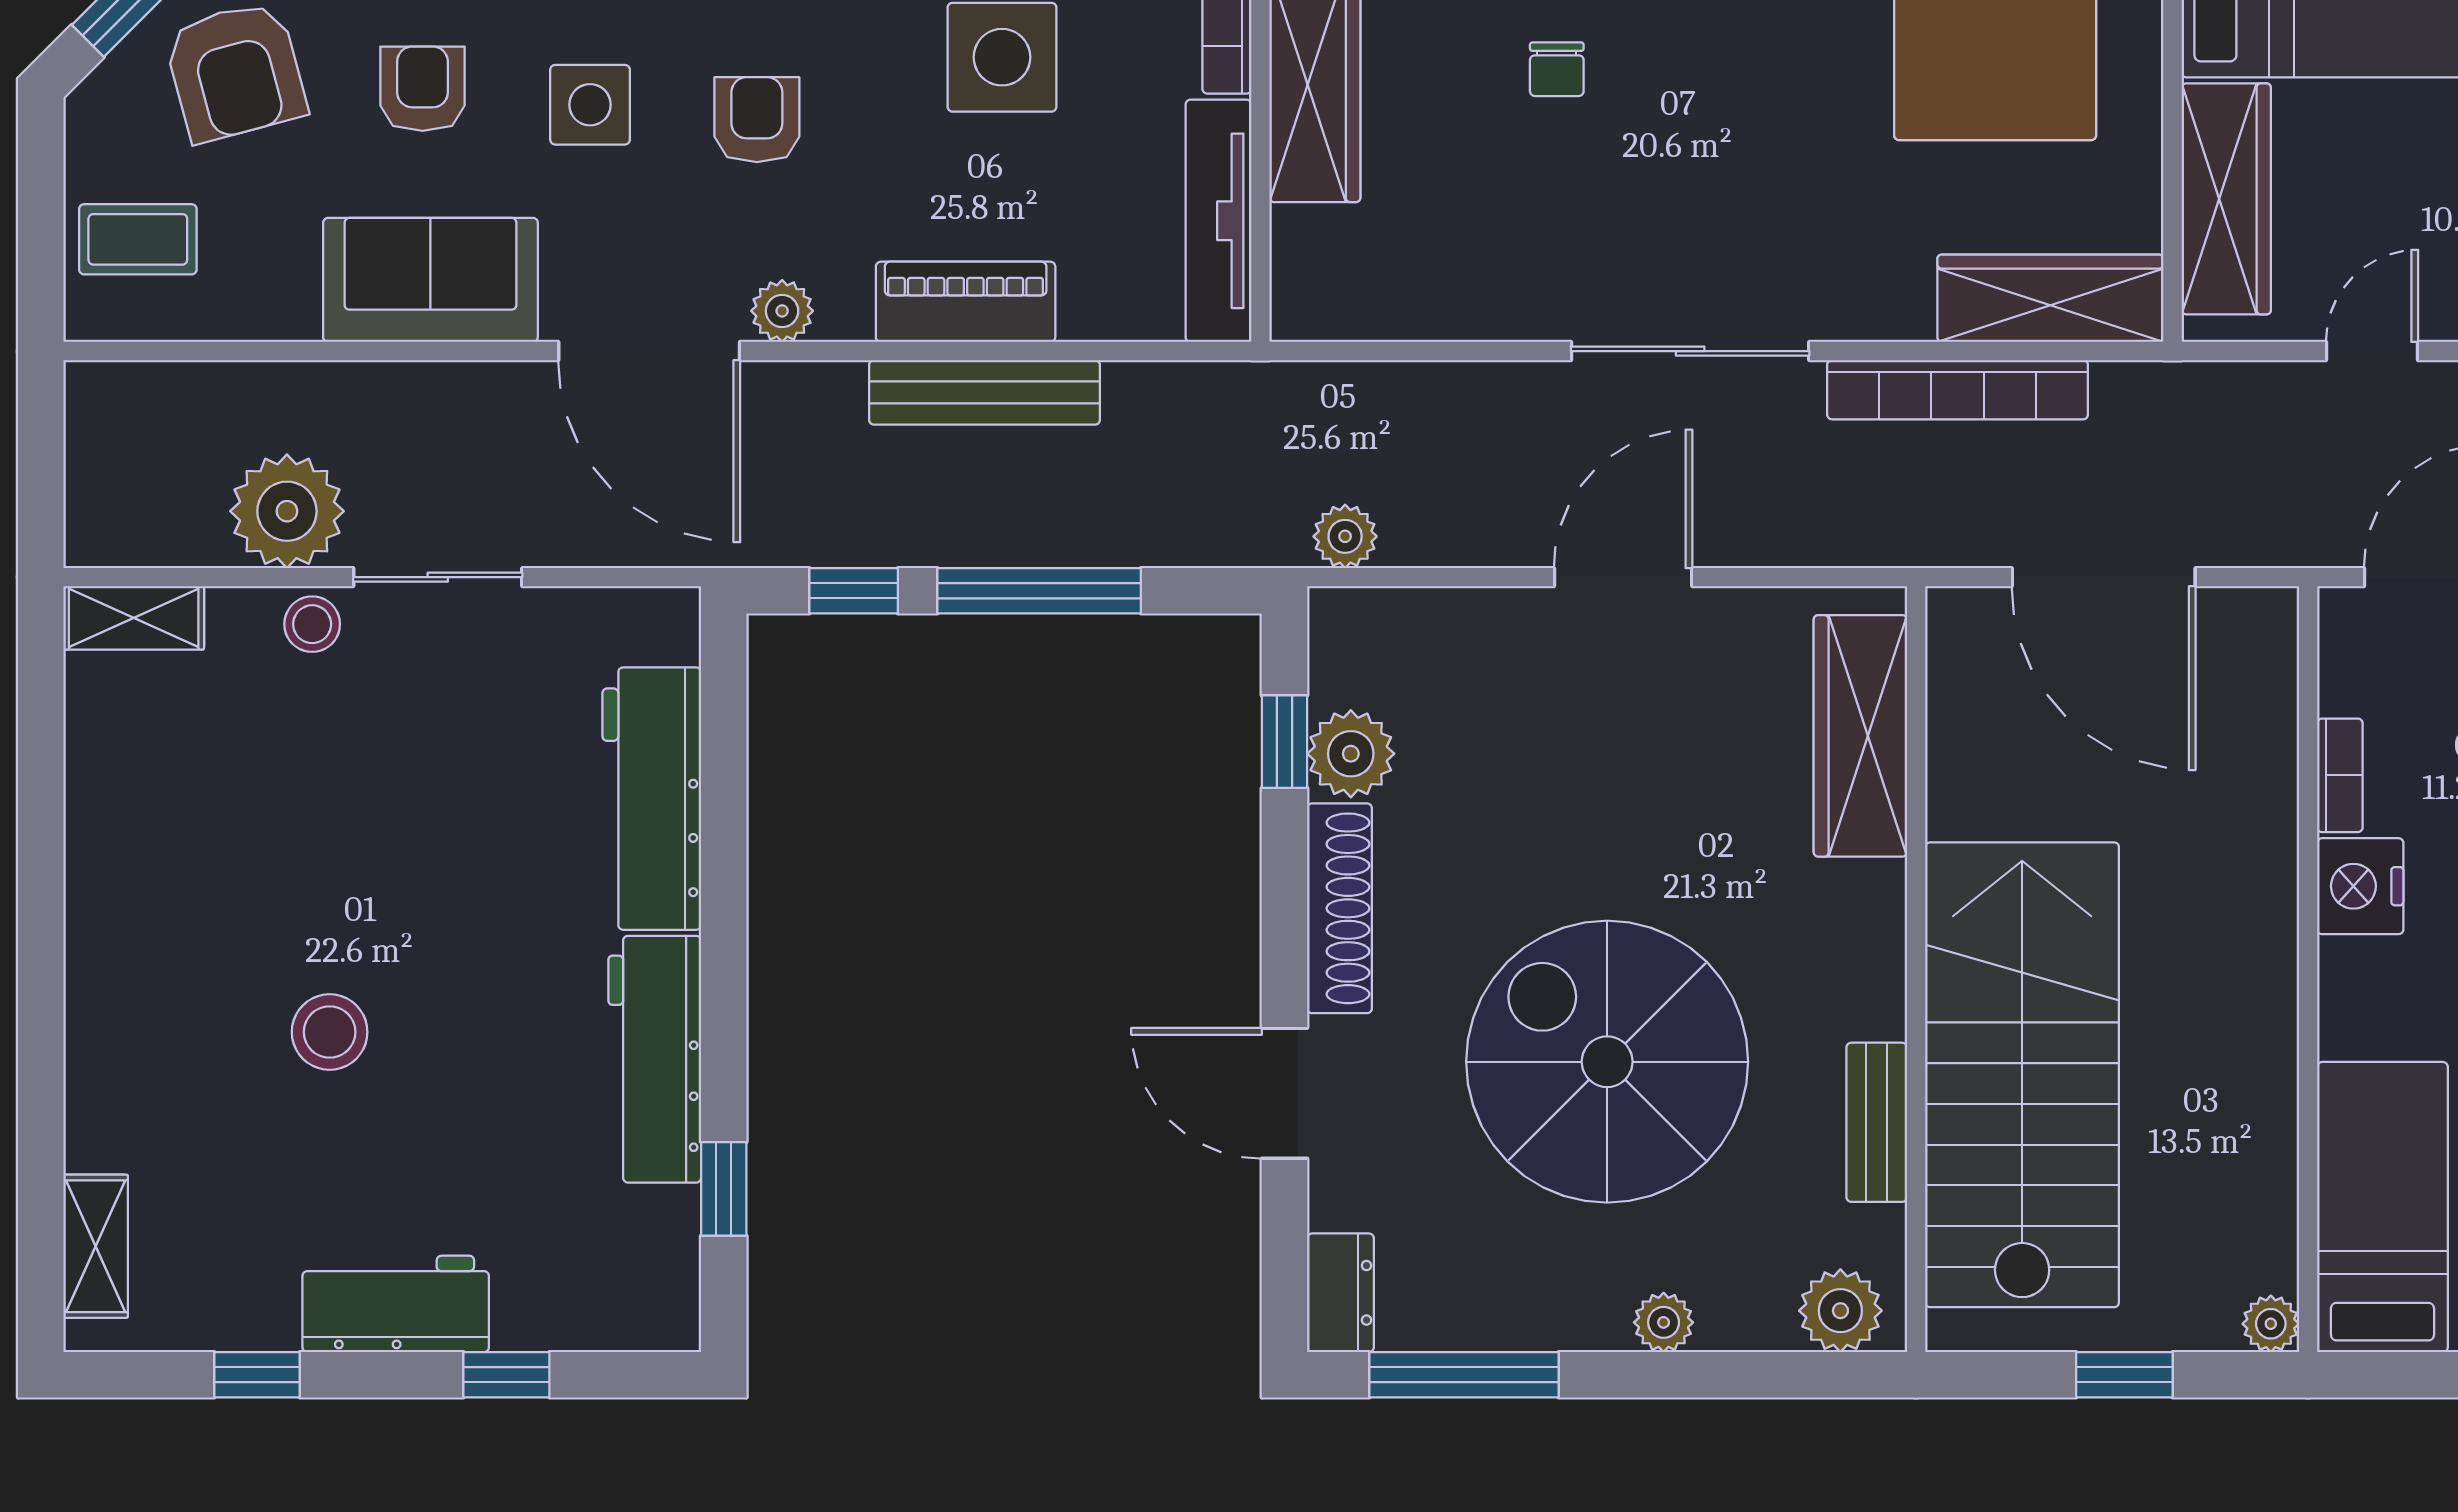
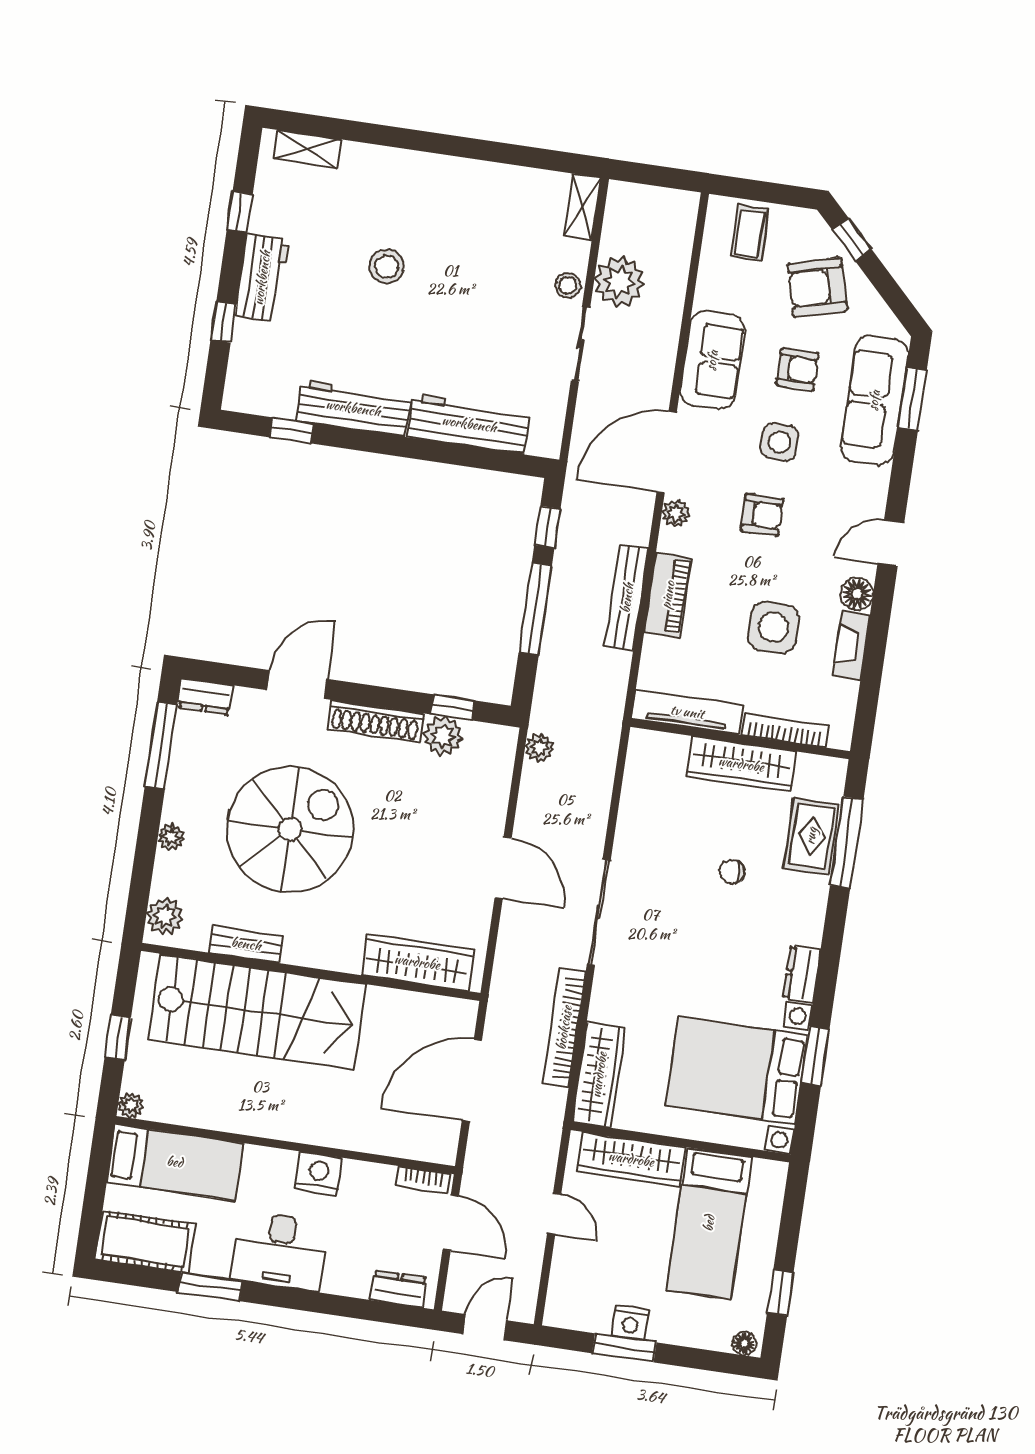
bookcase: (2340, 775) -> (423, 1180), moved

